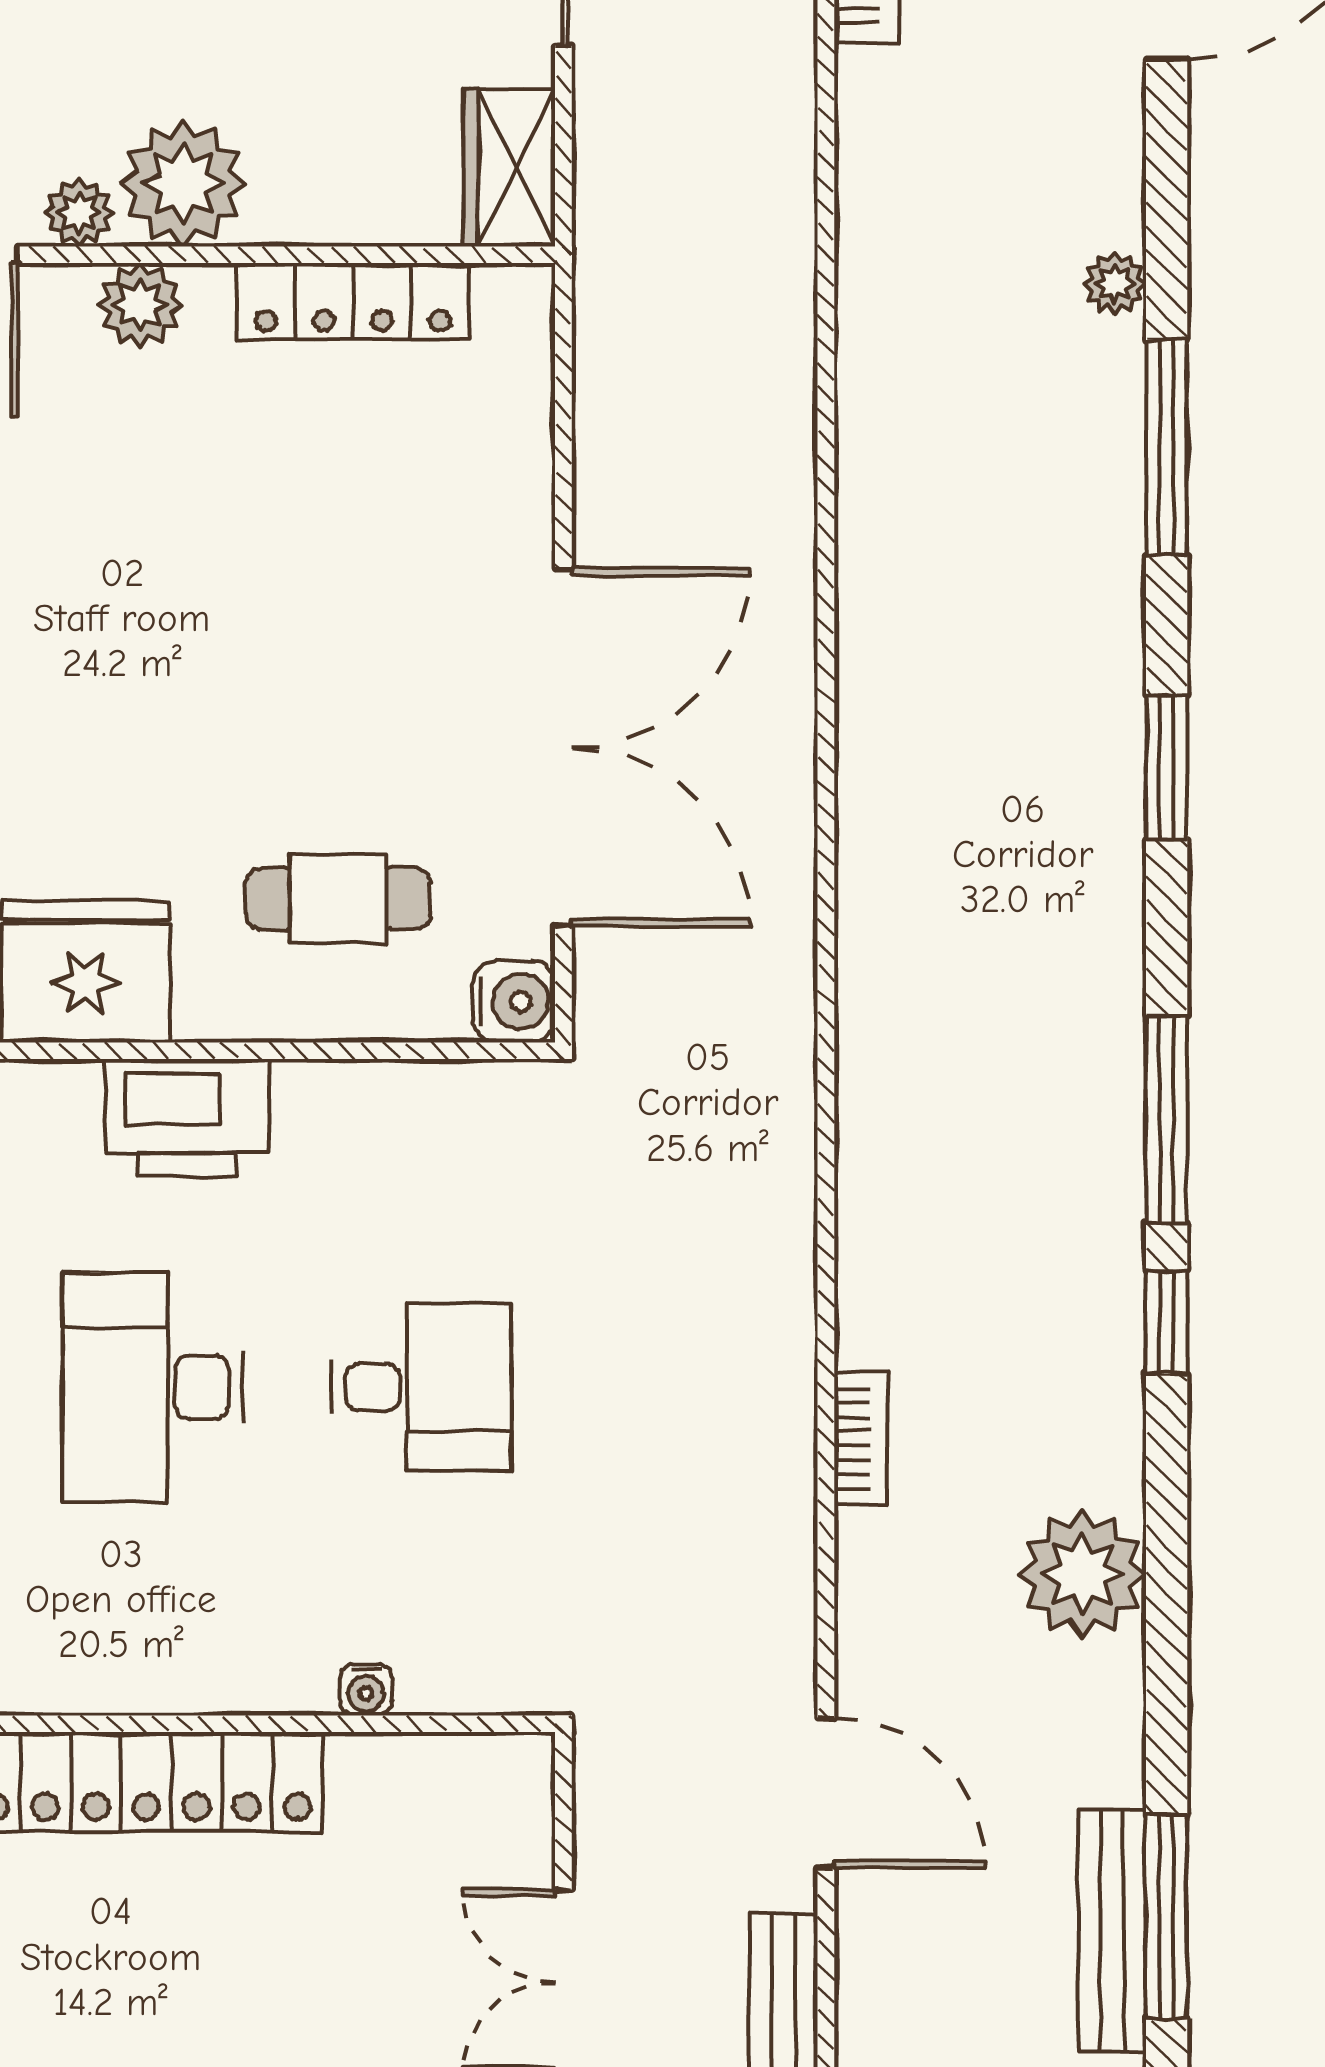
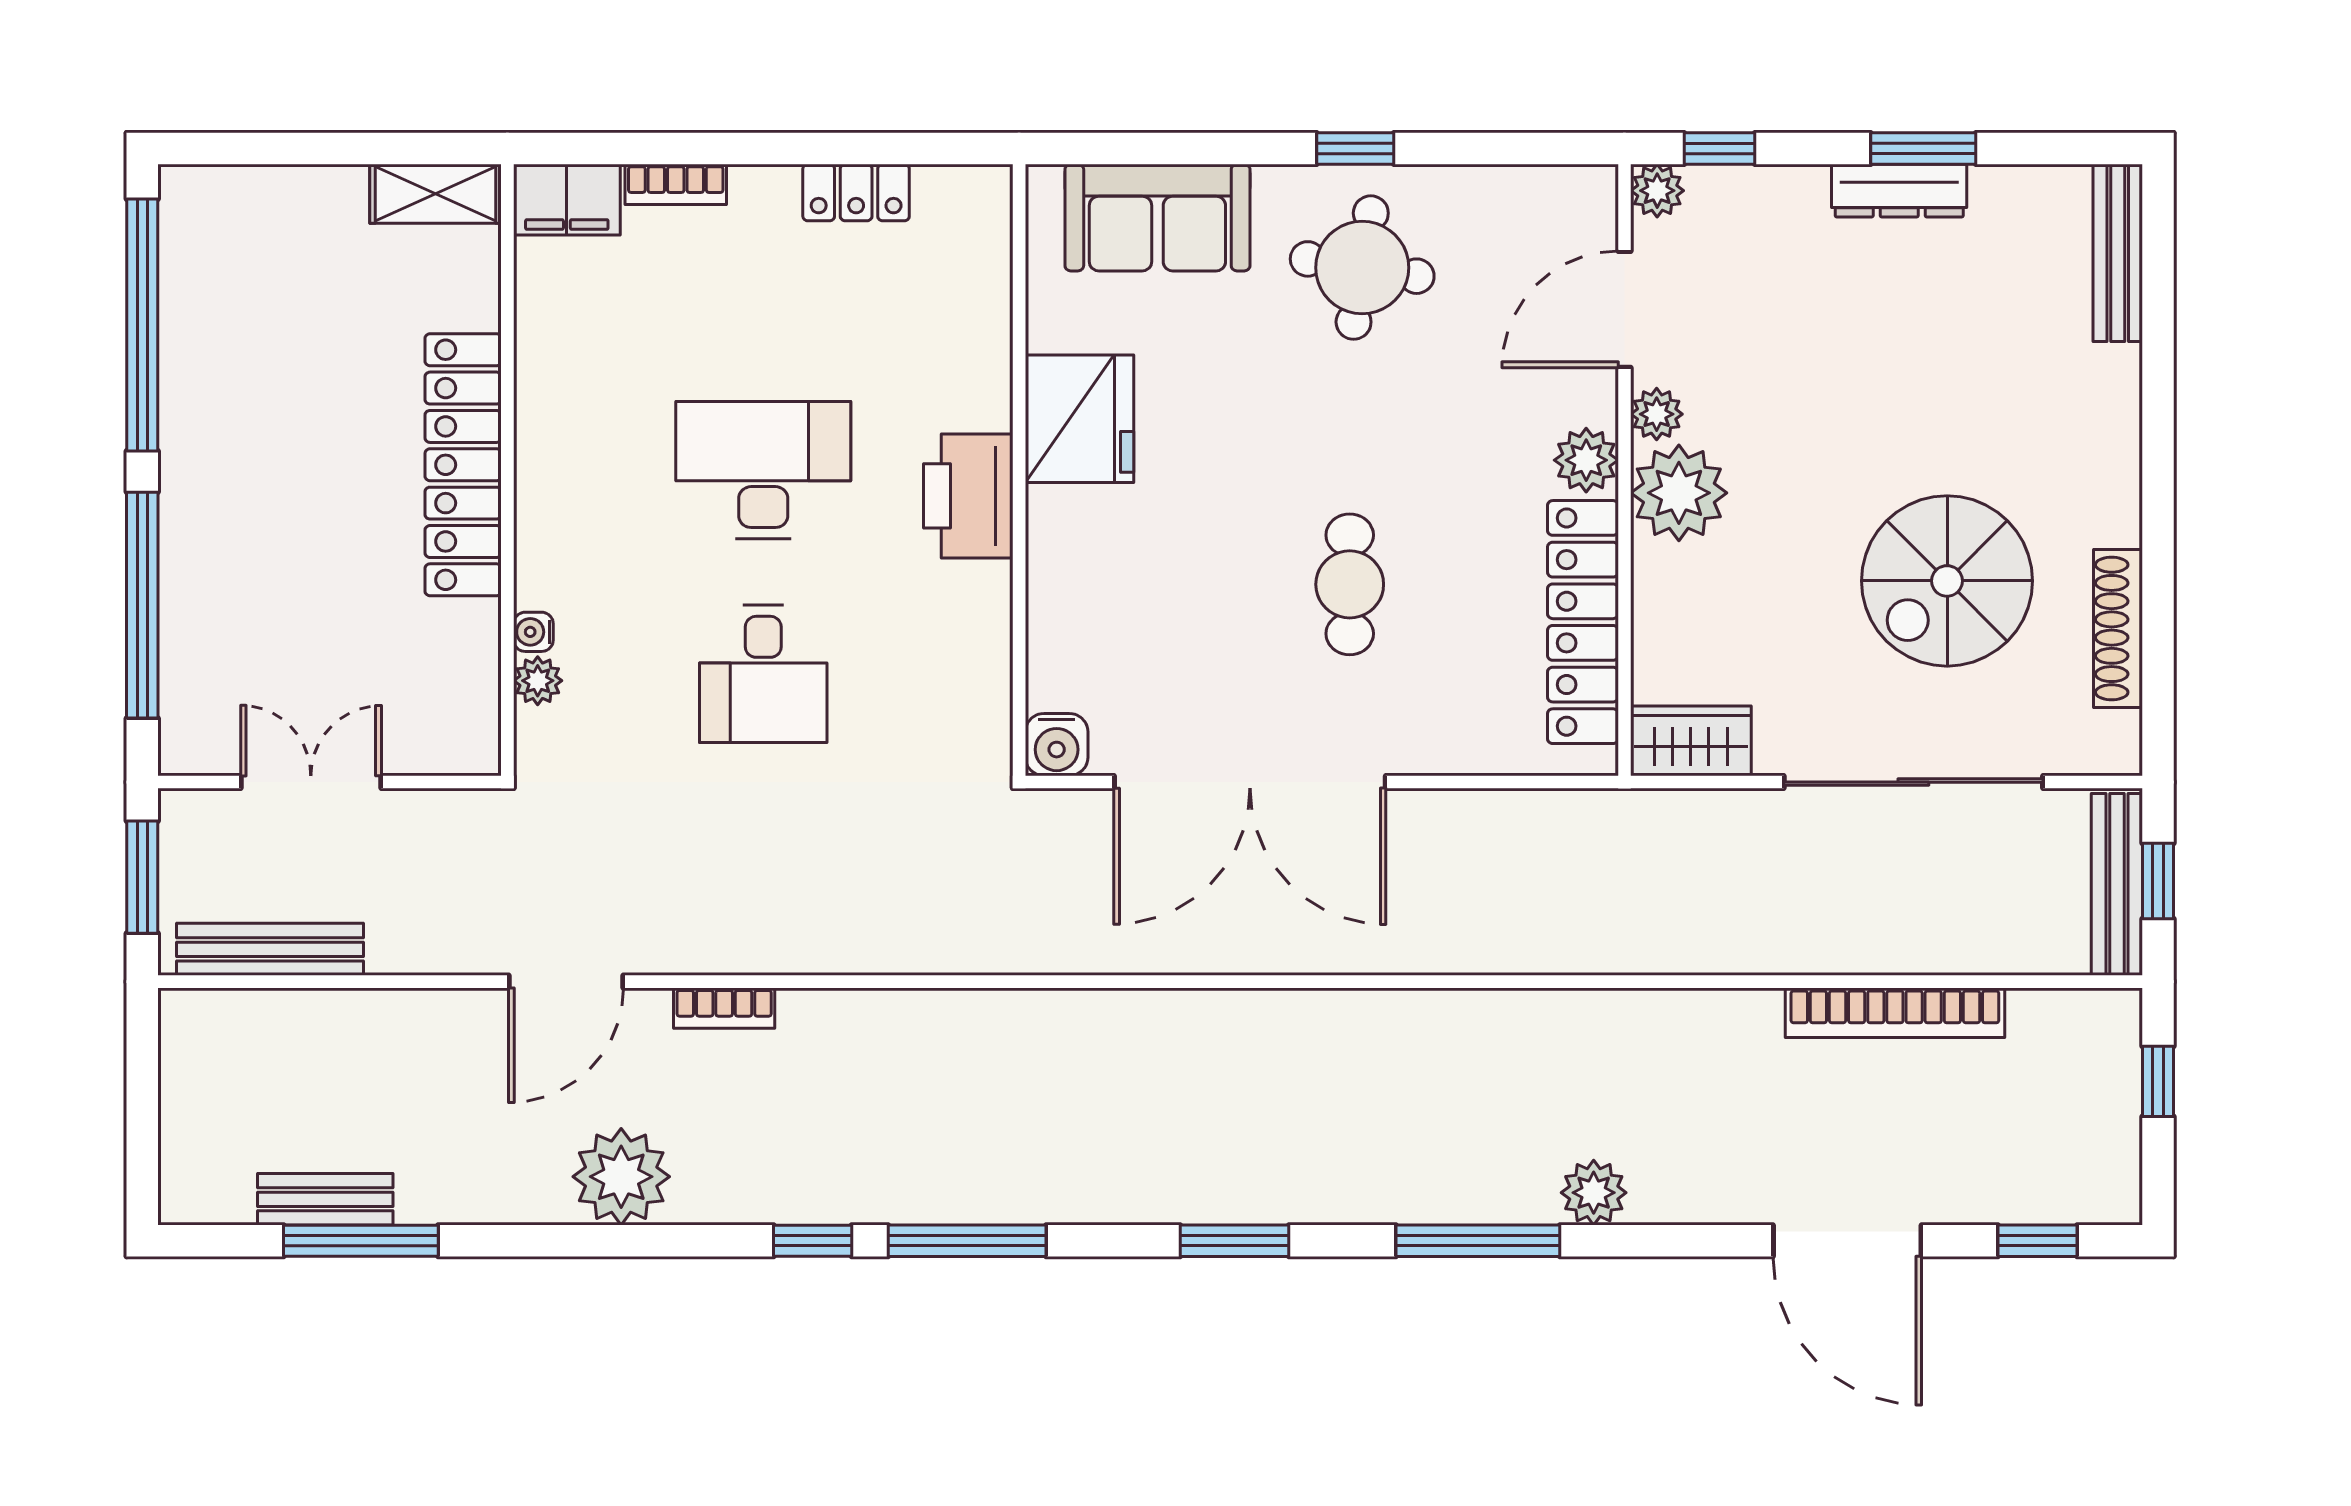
plant: (1115, 284) -> (1594, 1193), width x1.38, depth x1.38
locker: (353, 301) -> (1583, 622), width x1.41, depth x1.21
cafe table: (338, 899) -> (1350, 584), moved
plant: (430, 1684) -> (538, 681), added
door: (826, 1793) -> (566, 982), moved
bench: (1112, 1931) -> (325, 1199), width x0.73

